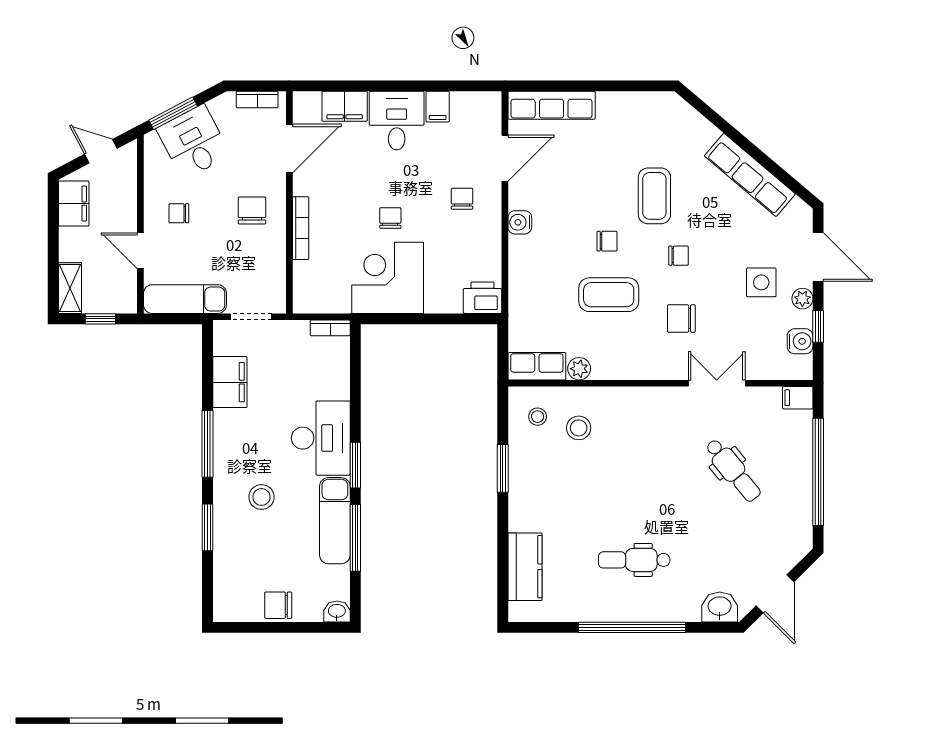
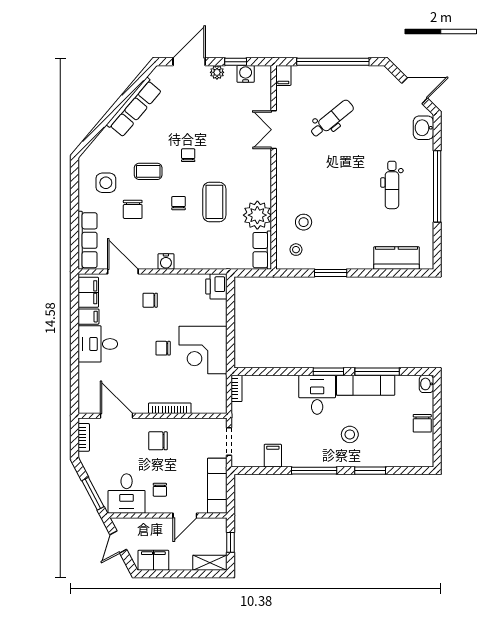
filing cabinet: (345, 106) -> (88, 292), moved
desk: (194, 142) -> (127, 494), moved, turned -62
coffee table: (654, 196) -> (148, 171), width x0.73, depth x0.77
side table: (761, 282) -> (106, 183), moved
chair: (681, 319) -> (133, 209), moved
plant: (579, 369) -> (257, 215), width x1.87, depth x1.87
filing cabinet: (230, 382) -> (273, 456), width x0.50
desk: (321, 438) -> (317, 395), width x0.73

